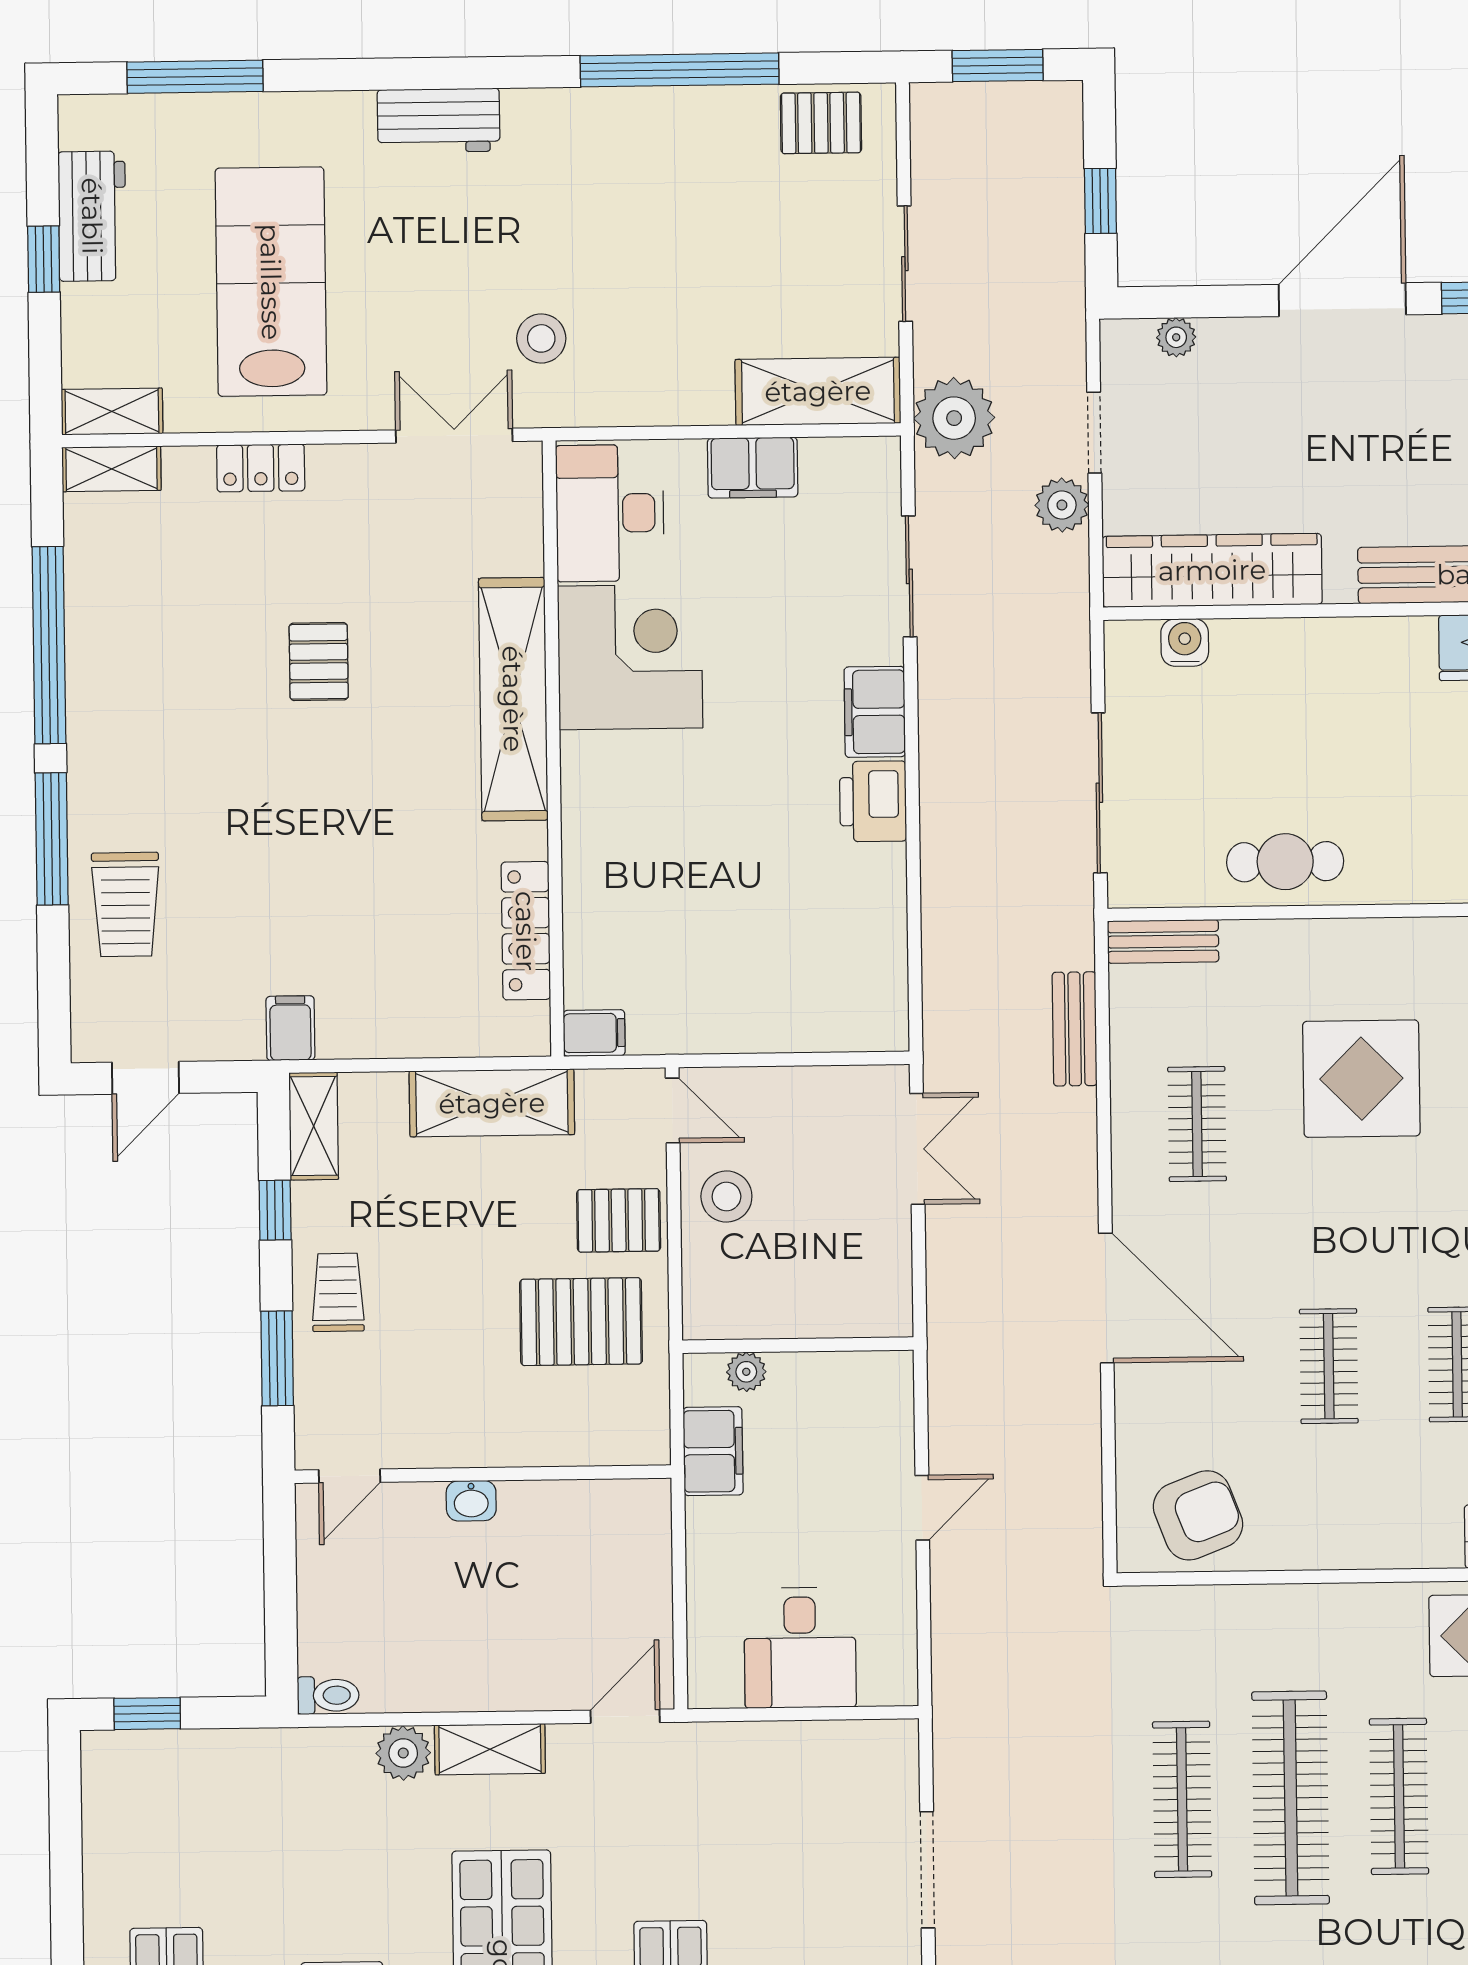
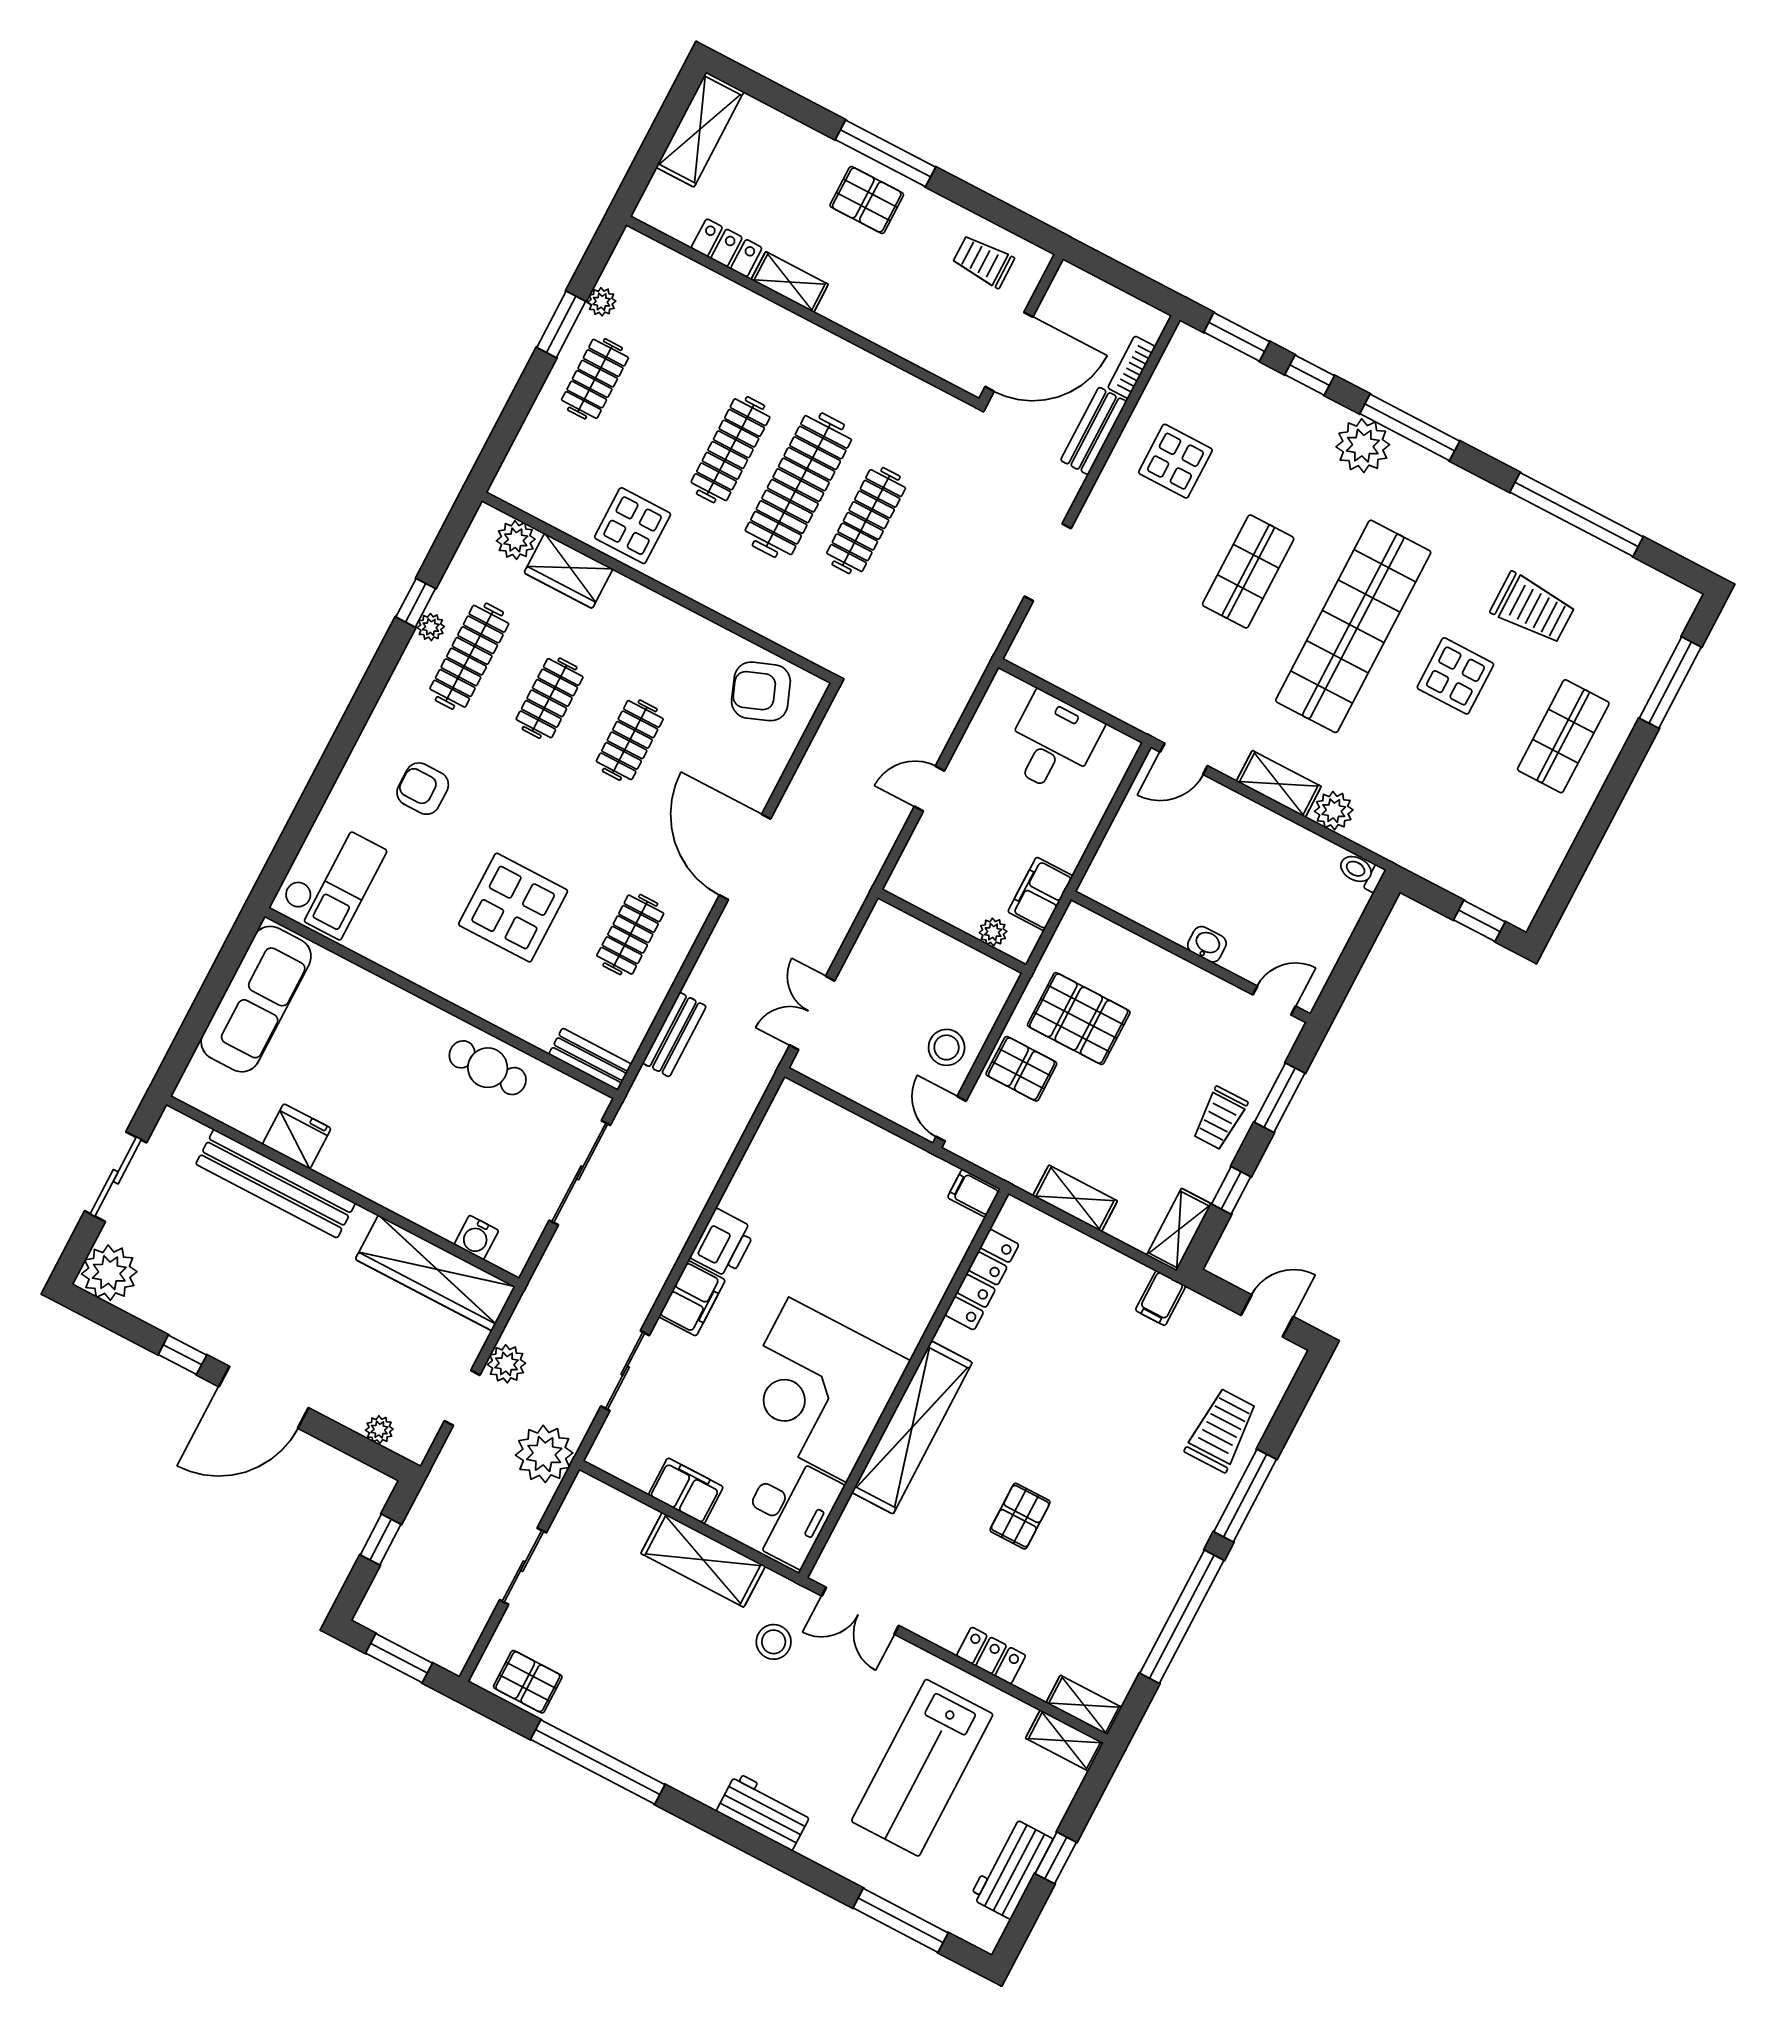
shelving: (818, 391) -> (703, 1560), moved
corner desk: (630, 657) -> (818, 1390), width x1.36, depth x1.36
shelving: (492, 1103) -> (1075, 1198), width x0.67, depth x0.75

